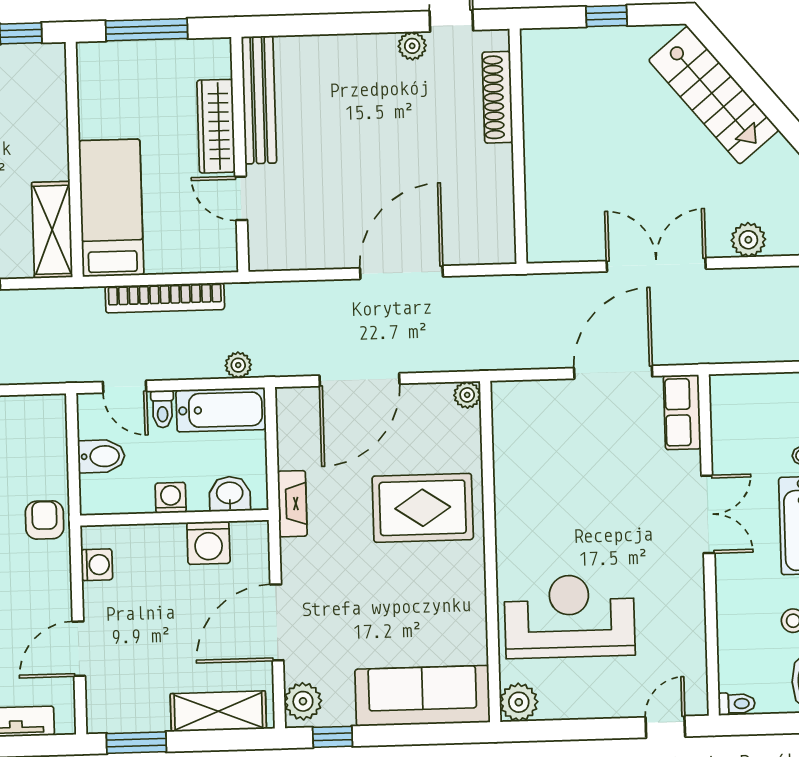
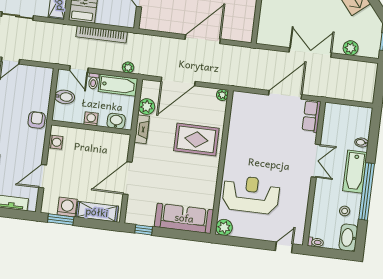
washing machine: (208, 543) -> (67, 207), moved, turned 180
plant: (303, 701) -> (147, 107), moved

